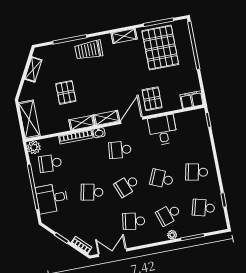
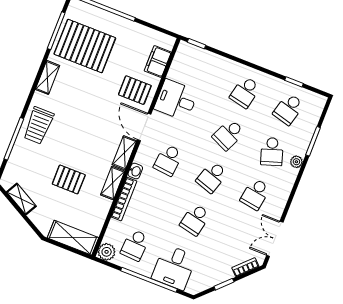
filing cabinet: (192, 100) -> (158, 61), moved
school desk: (127, 185) -> (212, 177), turned 39

